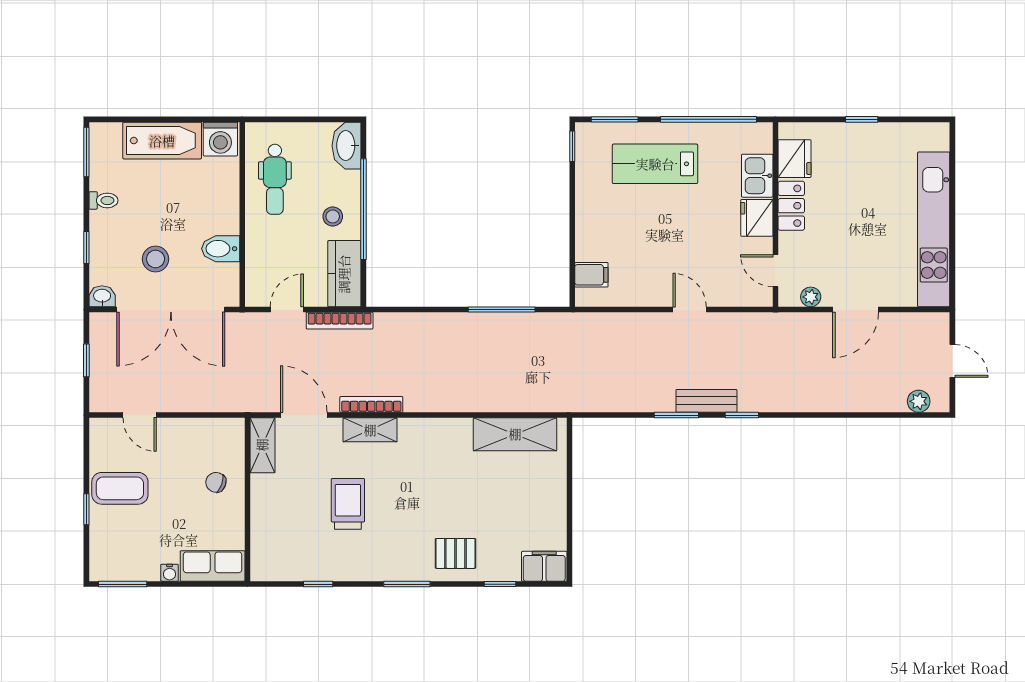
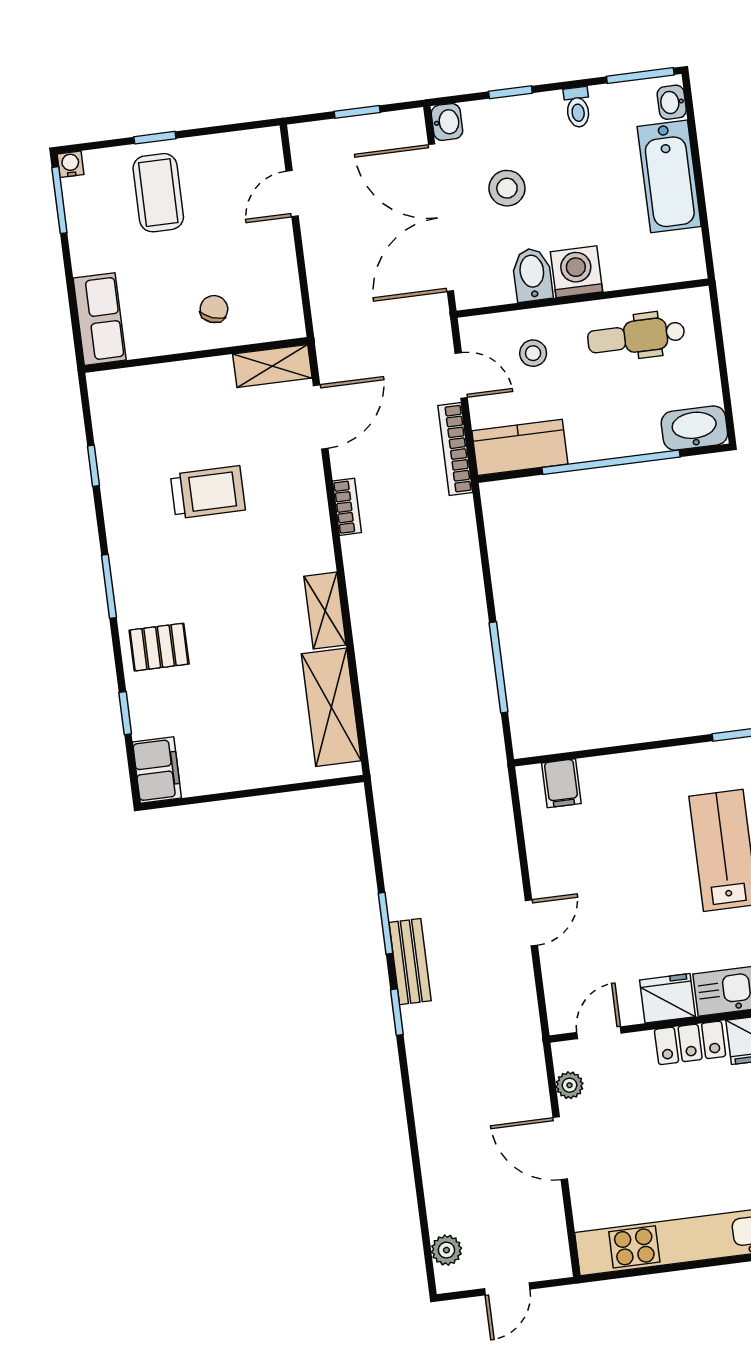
washbasin: (109, 132) -> (672, 102), added
washing machine: (220, 139) -> (576, 272), moved, turned 90
stool: (333, 216) -> (533, 353), moved
bookcase: (371, 404) -> (347, 507), width x0.64
shelving: (370, 430) -> (325, 611), moved
coffee table: (120, 488) -> (158, 193), moved
pallet: (455, 553) -> (159, 647), turned 90
water cooler: (169, 573) -> (70, 164), moved, turned 90

